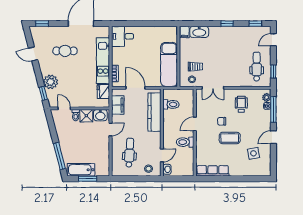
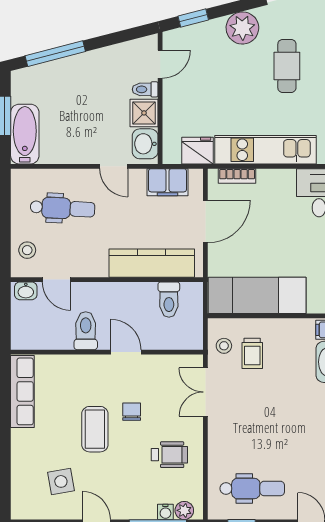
plant: (51, 82) -> (242, 28), moved
bathtub: (81, 170) -> (25, 134), moved

